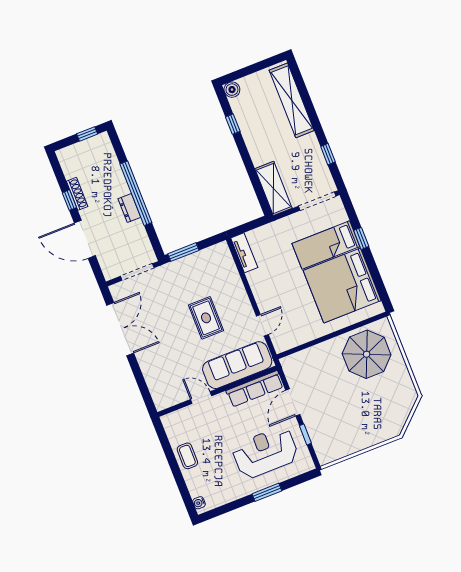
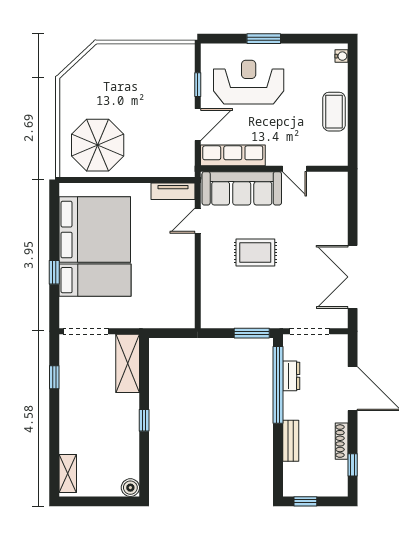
shelving: (292, 100) -> (68, 474), width x0.45, depth x0.75
window: (233, 124) -> (144, 420), moved
bench: (118, 178) -> (291, 441), added
window: (136, 193) -> (278, 385), moved
window: (69, 200) -> (353, 465), moved
dresser: (129, 208) -> (291, 376), moved
tv unit: (244, 253) -> (173, 191), moved, turned -90
rug: (206, 318) -> (255, 253), turned 90
reception desk: (265, 453) -> (249, 82), turned 180
coffee table: (187, 456) -> (334, 112), width x1.36, depth x1.30

